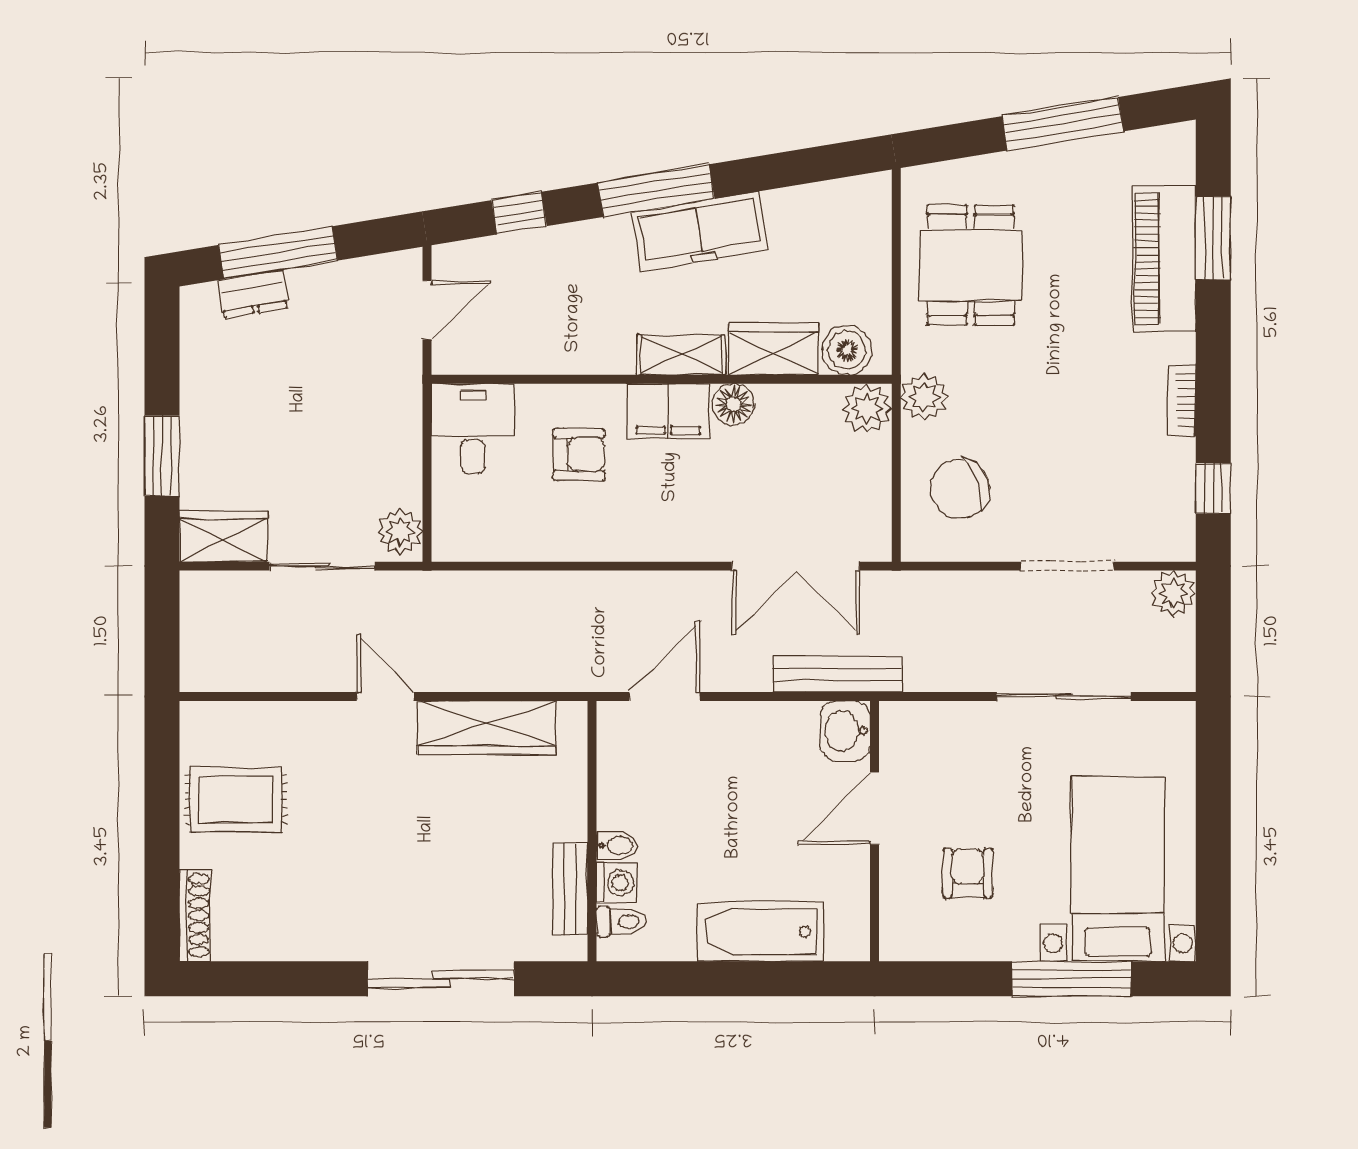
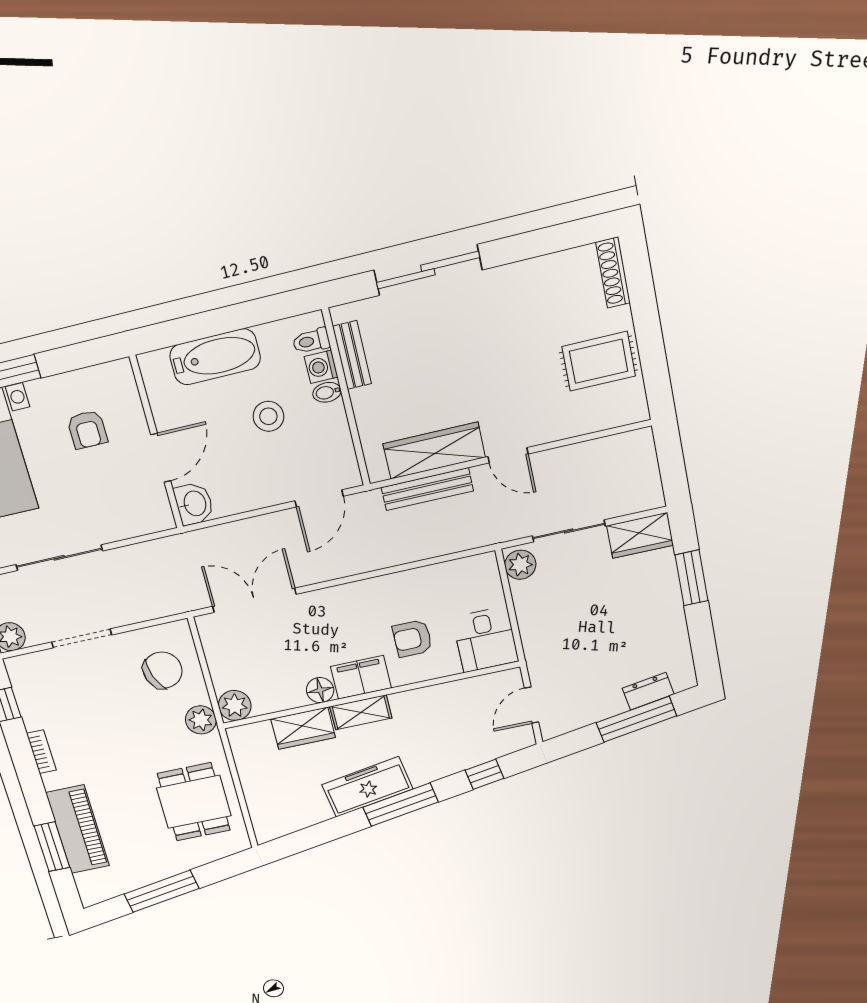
boiler: (847, 350) -> (257, 737), removed
bench: (837, 674) -> (427, 489), moved
stool: (707, 831) -> (268, 416), added

